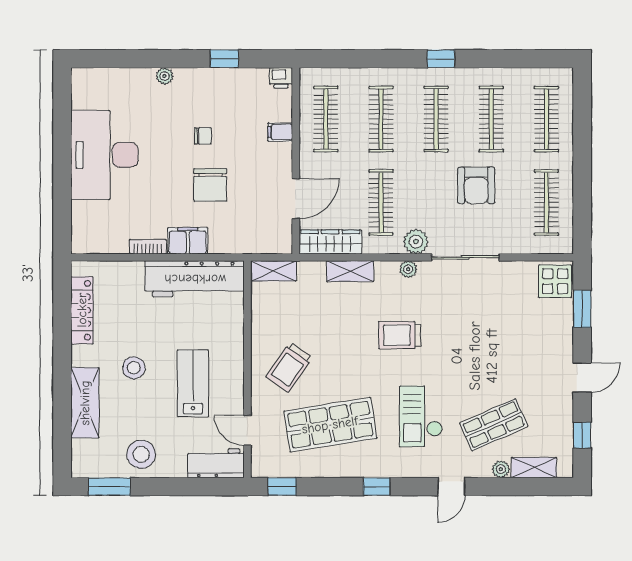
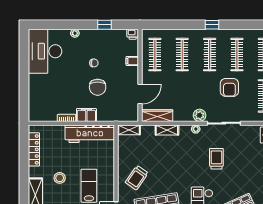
desk: (104, 155) -> (45, 51), moved
clothes rail: (381, 203) -> (182, 96), removed
trolley: (400, 335) -> (216, 159), moved, turned 90

